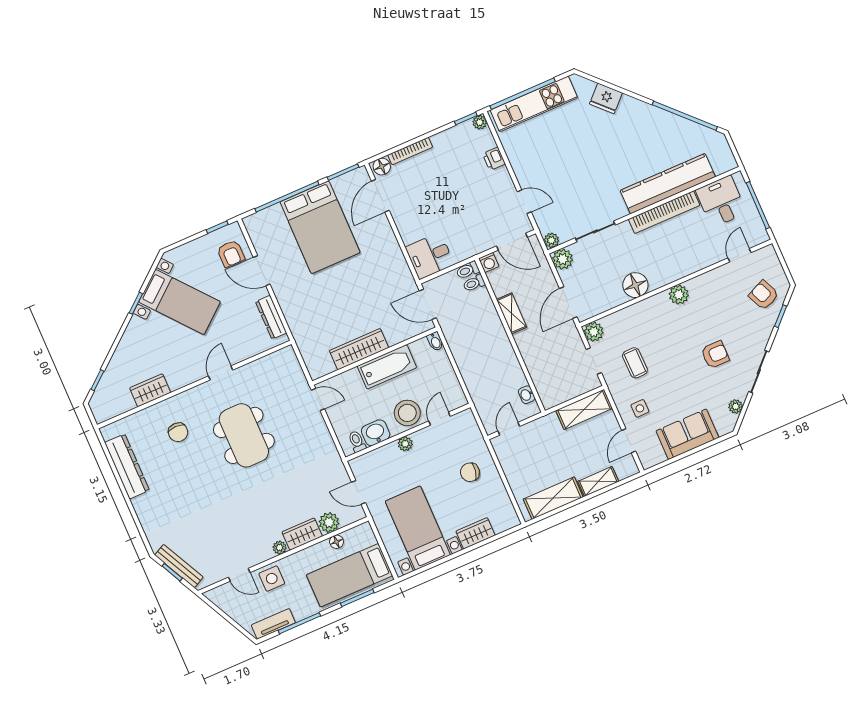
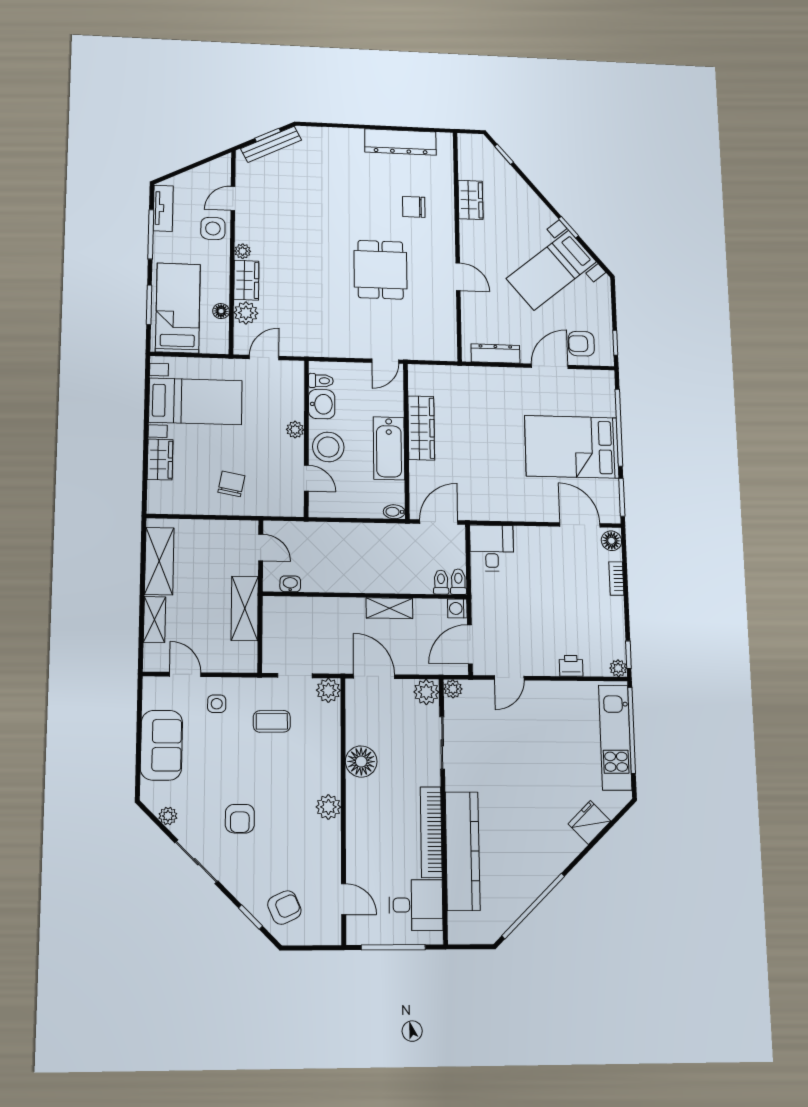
bookcase: (410, 151) -> (616, 579), width x0.64
shelving: (584, 409) -> (245, 608), moved
dining table: (244, 435) -> (381, 270), width x0.73

